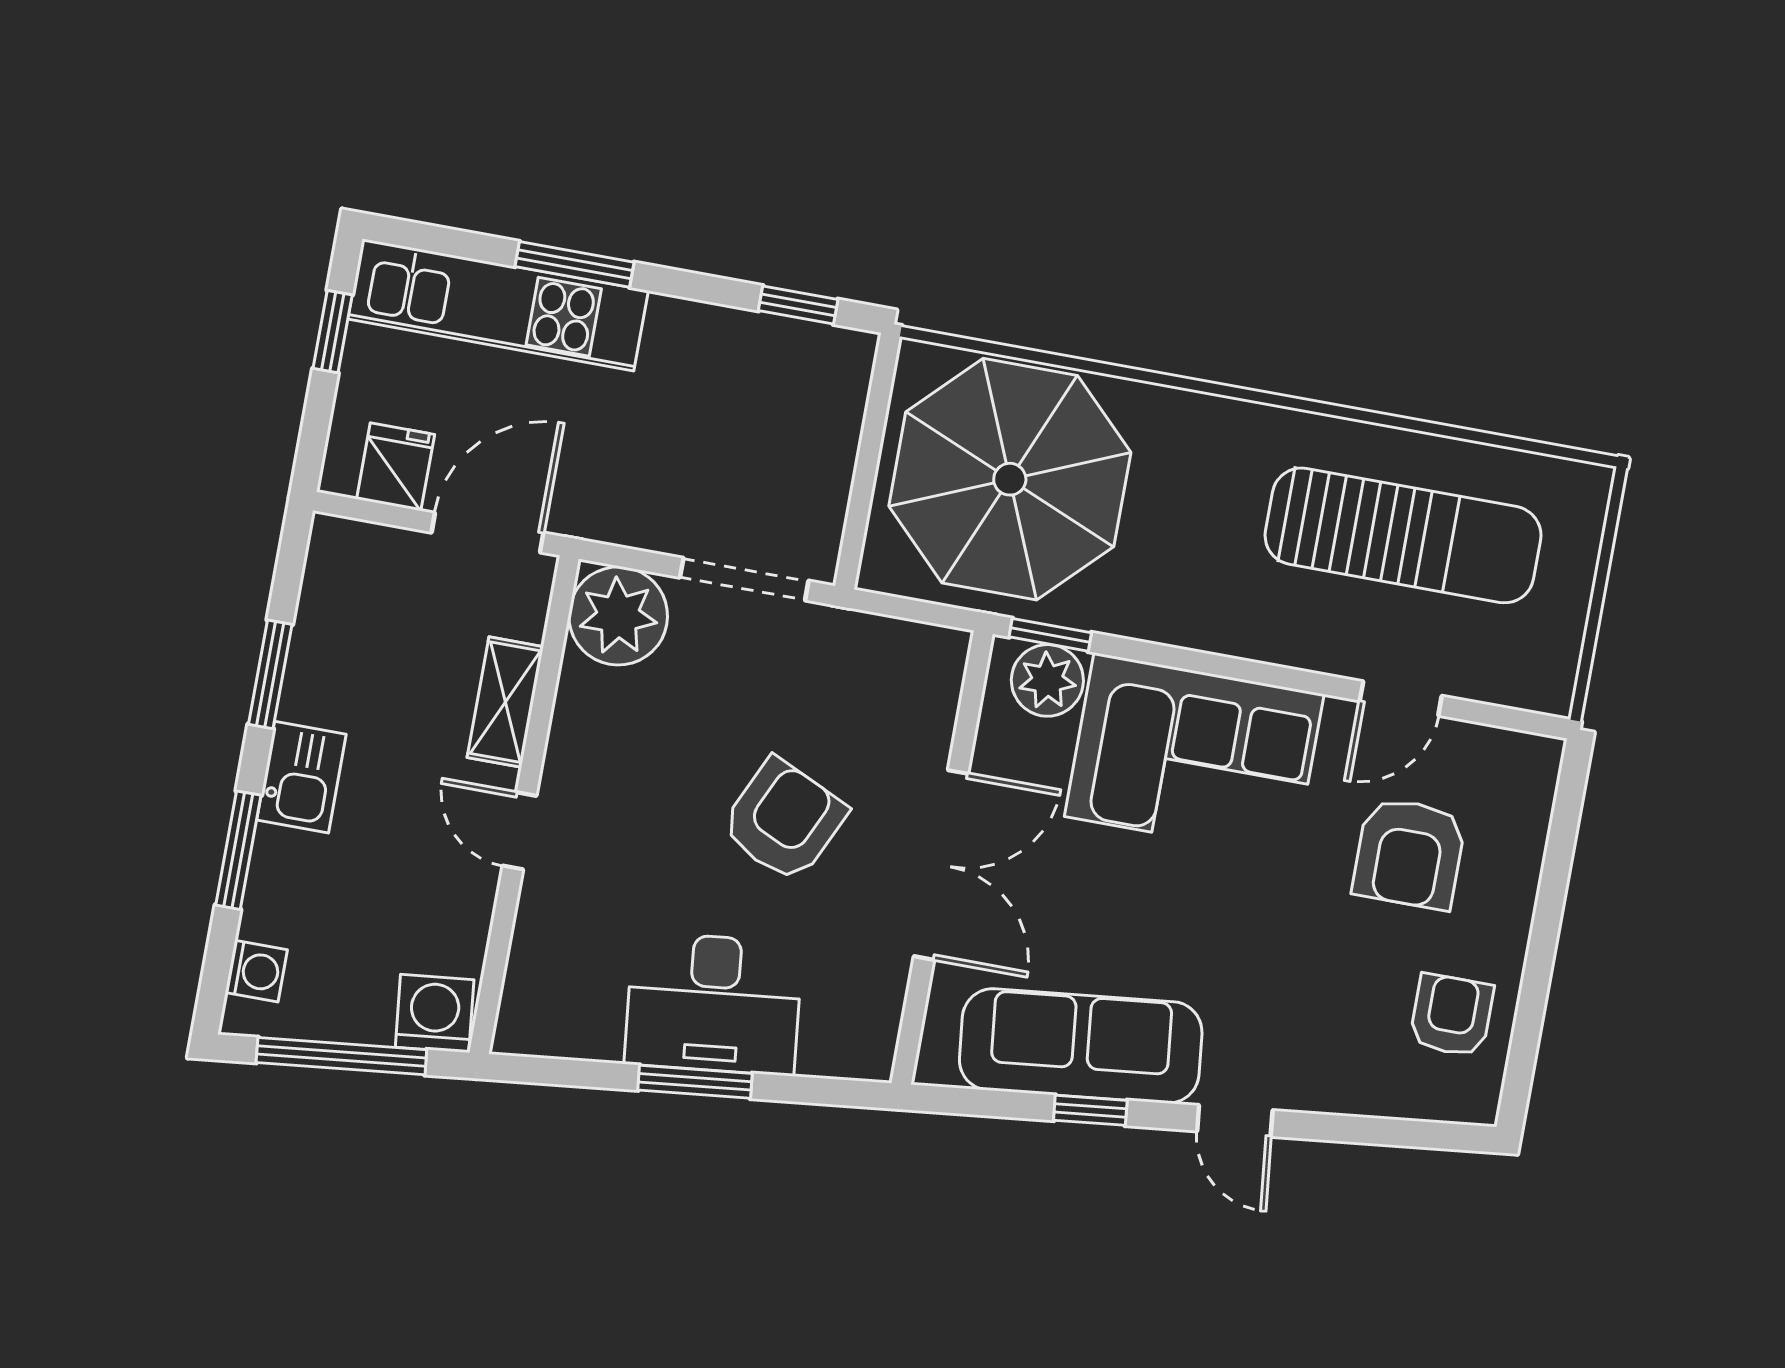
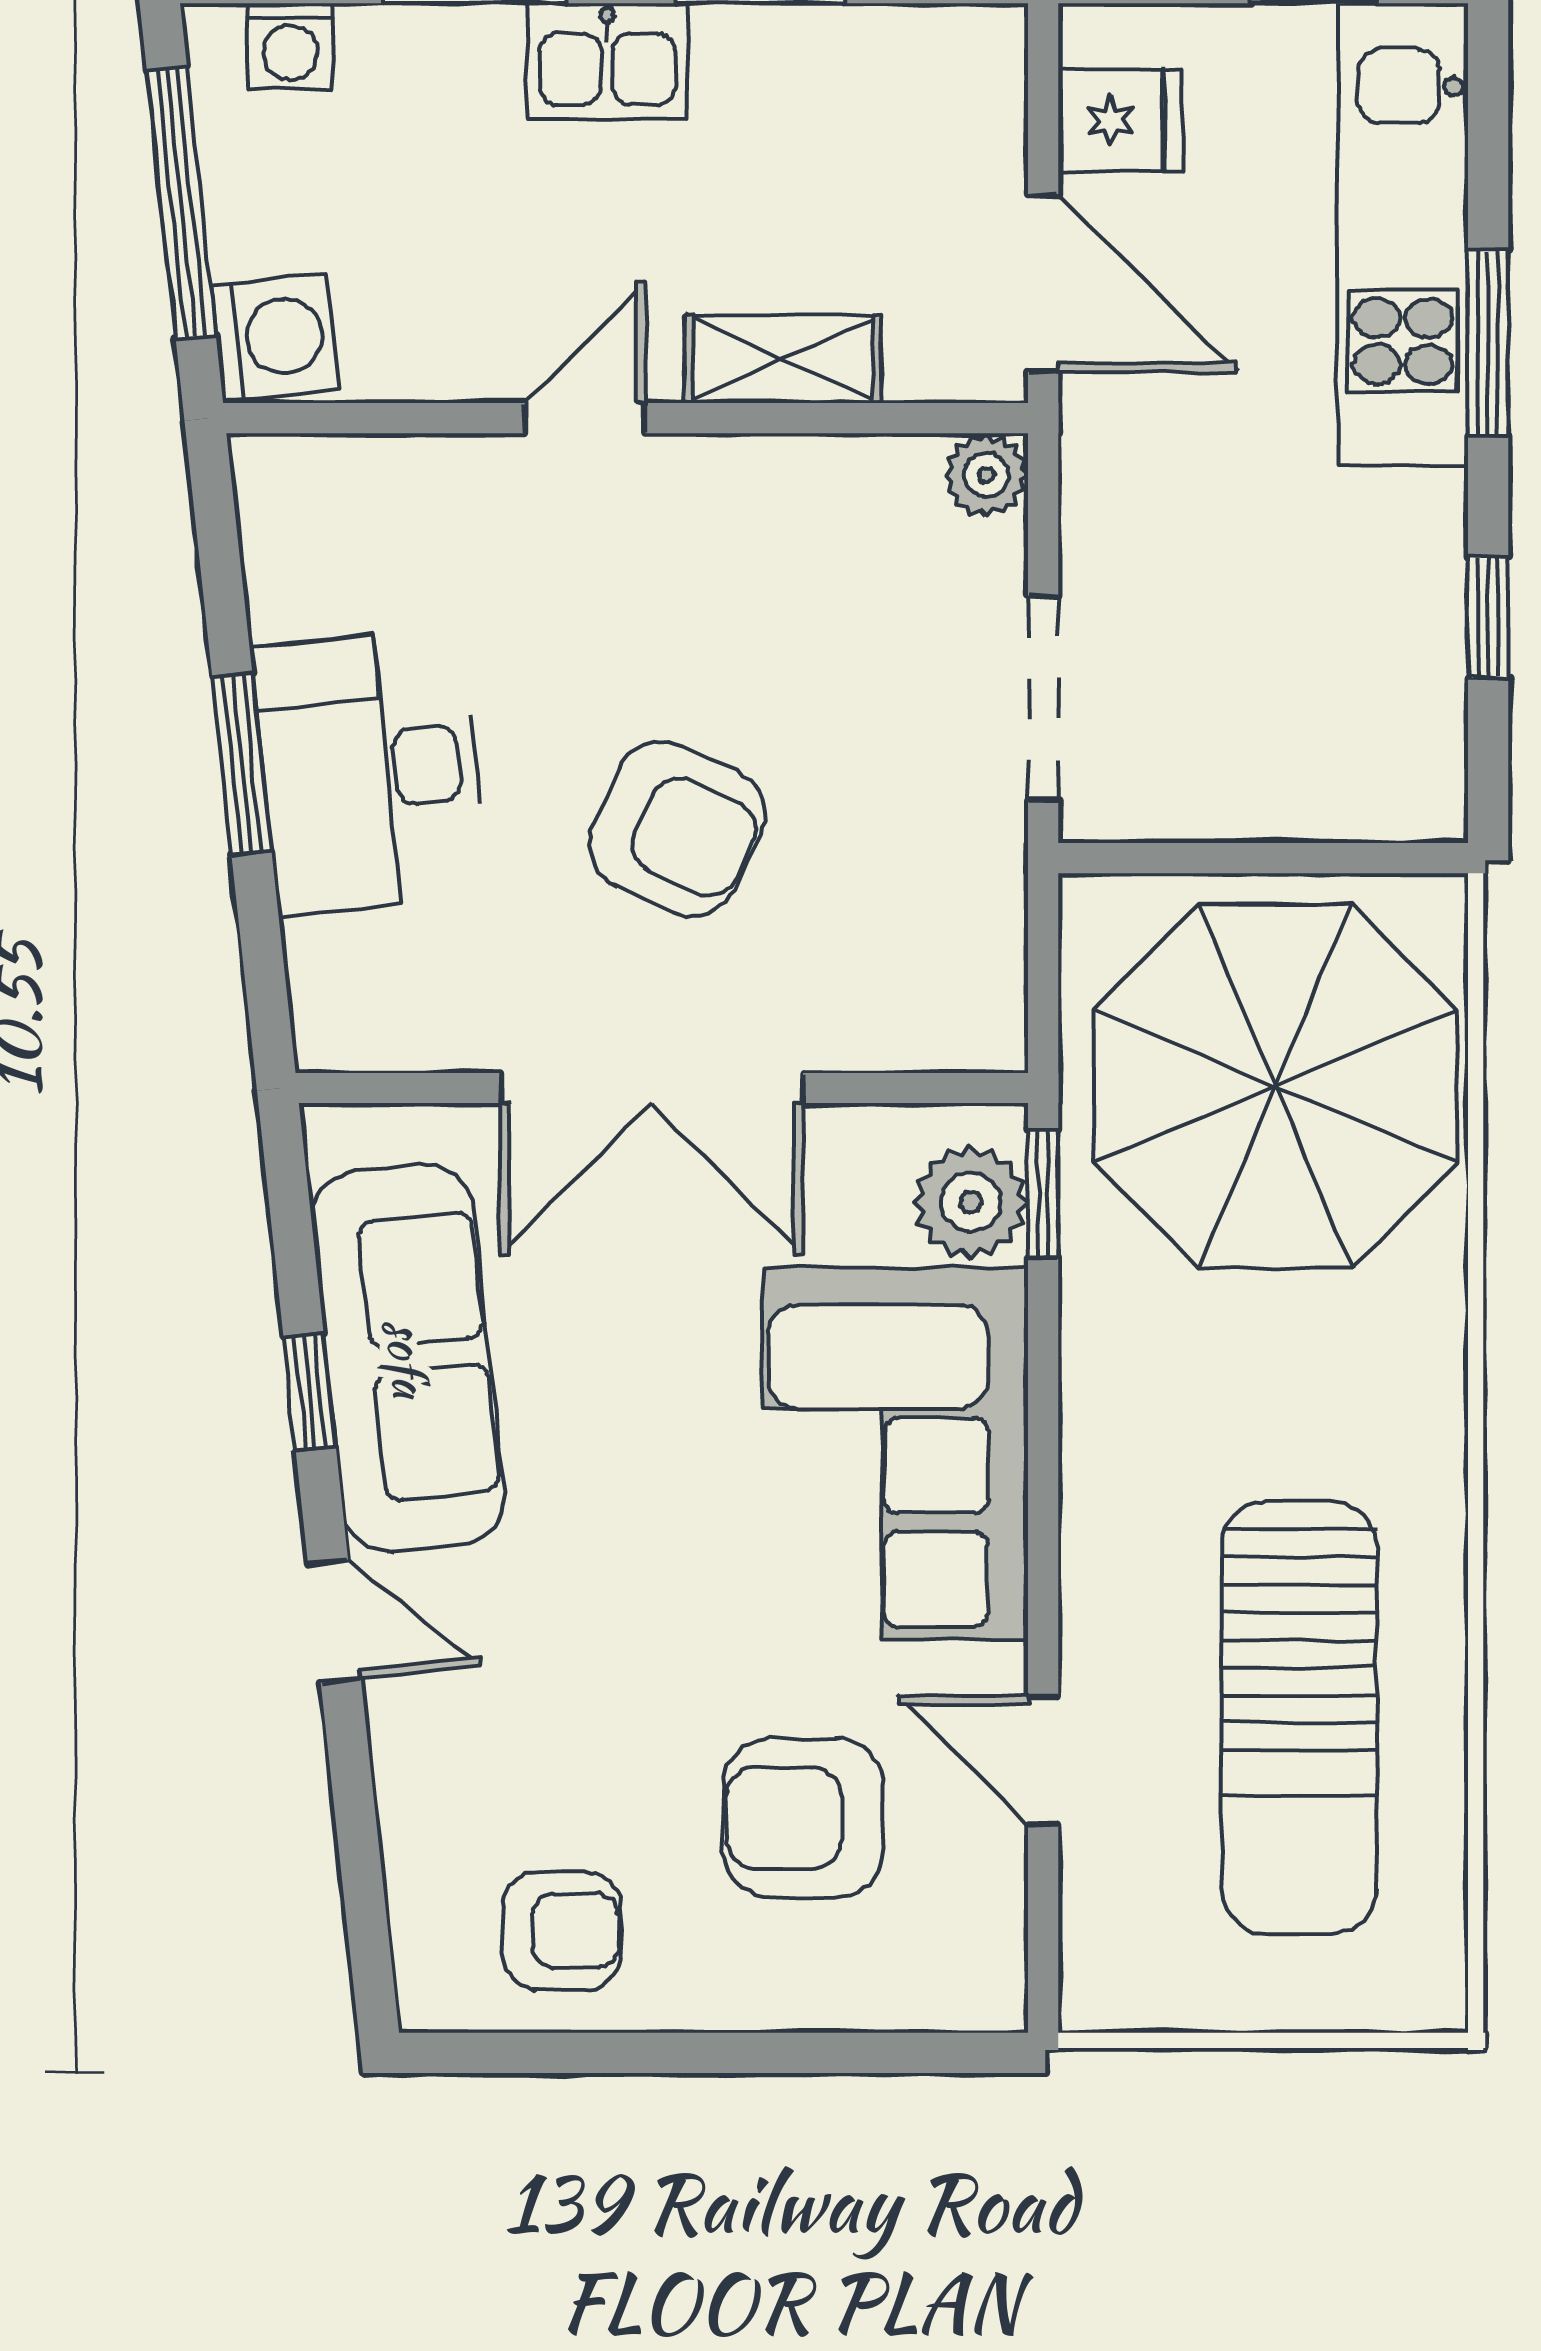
window: (798, 305) -> (1488, 617), moved
plant: (618, 616) -> (986, 475), width x0.53, depth x0.53
door: (1235, 1121) -> (334, 1621), swing flipped

